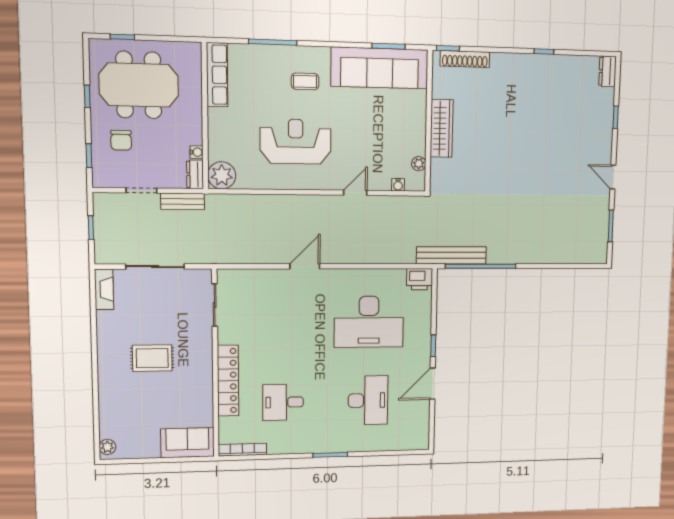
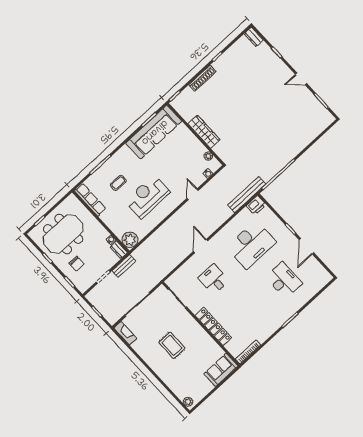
shoe rack: (465, 59) -> (202, 78), moved
coffee table: (305, 81) -> (118, 183), moved
bench: (451, 255) -> (247, 195), moved
rug: (152, 358) -> (172, 345), turned 90
desk: (283, 402) -> (214, 279), moved, turned 90

